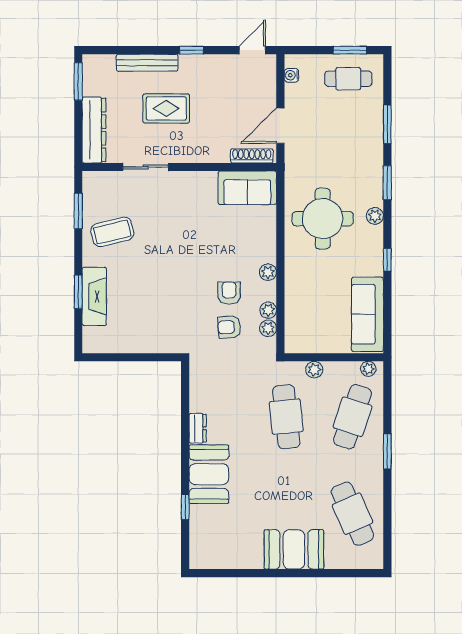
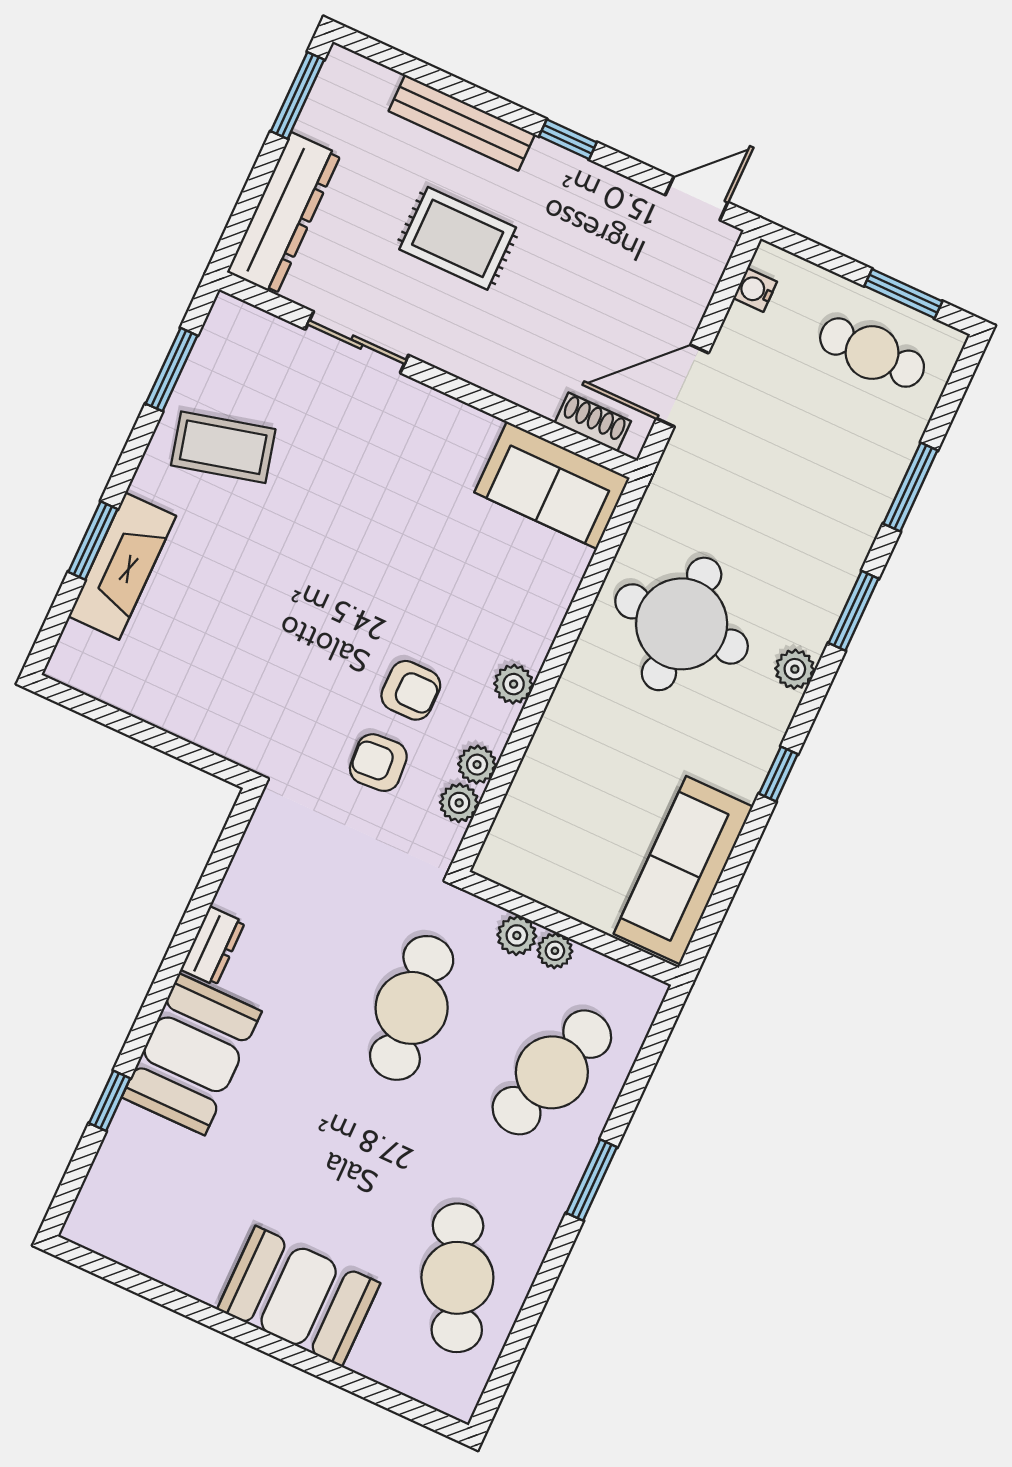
shoe rack: (252, 156) -> (593, 422), width x0.70
armchair: (229, 293) -> (411, 690), turned 90
plant: (368, 369) -> (555, 951), moved

